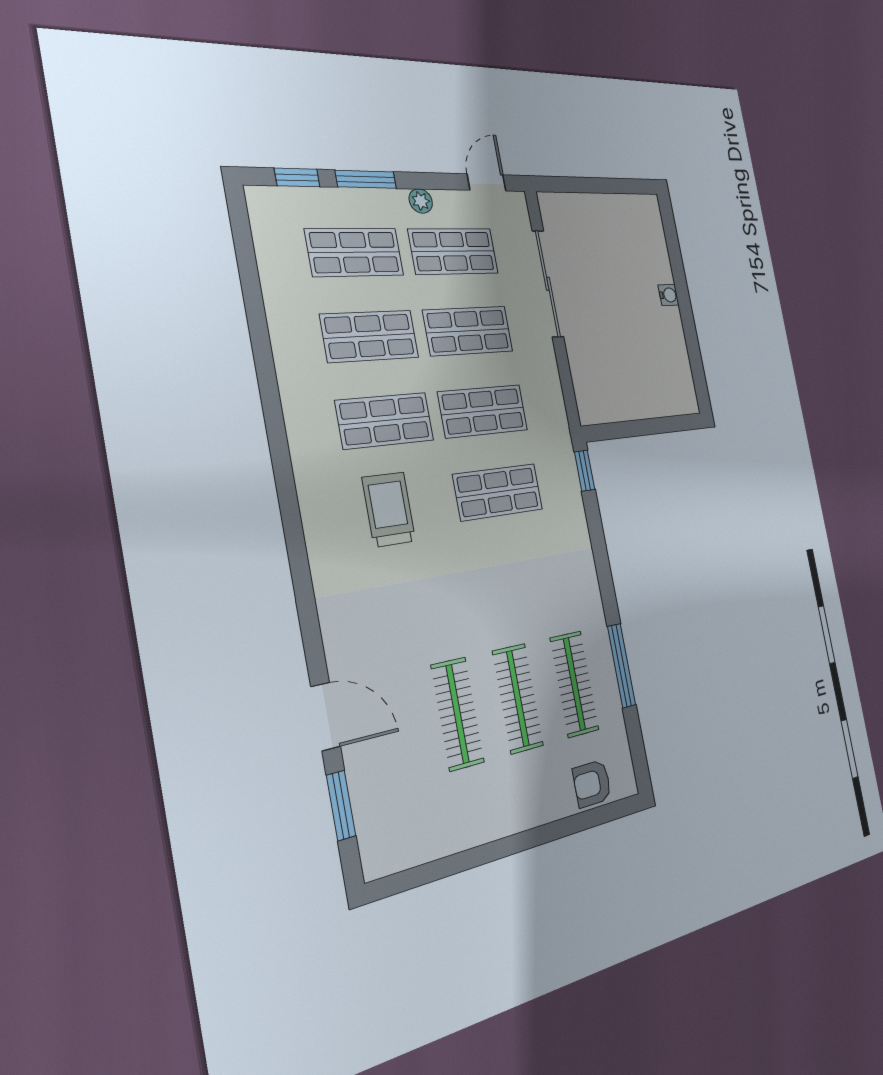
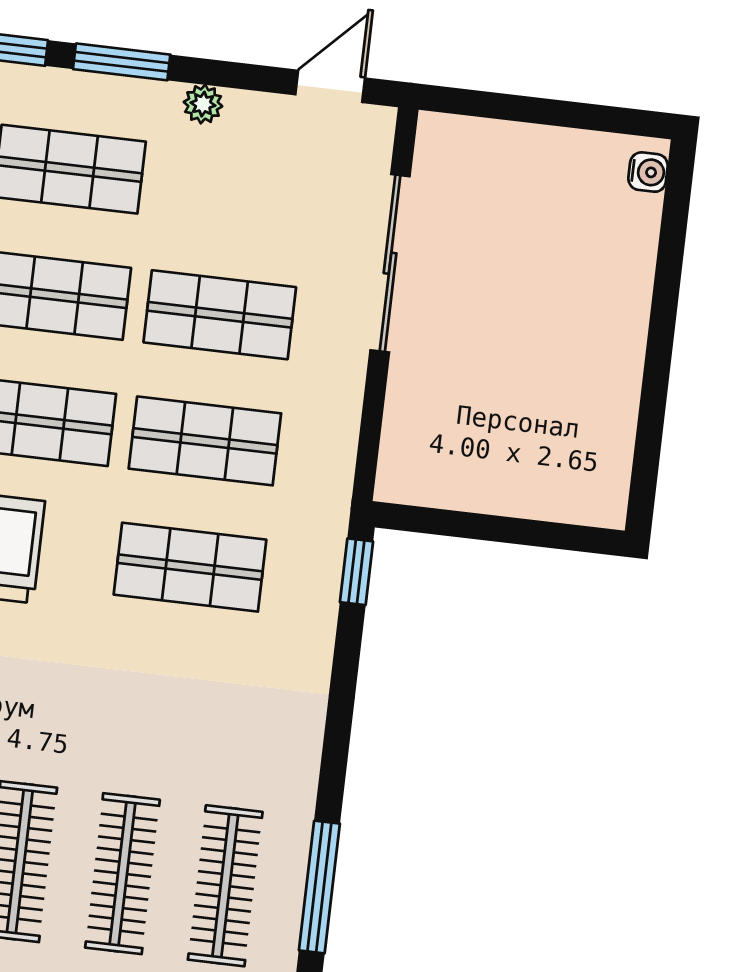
shop shelf: (454, 251) -> (235, 189), removed
water cooler: (669, 295) -> (648, 172), moved

